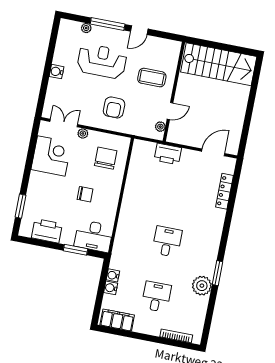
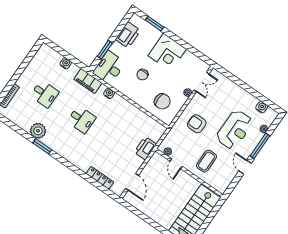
water cooler: (57, 72) -> (262, 107), moved
corner desk: (51, 156) -> (167, 52), moved
water cooler: (113, 275) -> (109, 93), moved
filing cabinet: (117, 320) -> (88, 81), moved, turned 90

